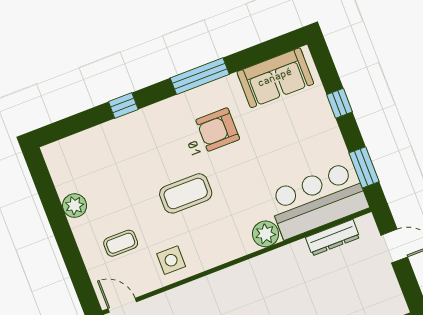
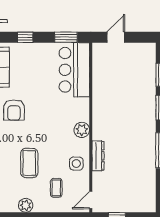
coffee table: (186, 193) -> (29, 163), moved
plant: (266, 234) -> (82, 130), moved
dresser: (333, 237) -> (98, 156), moved

